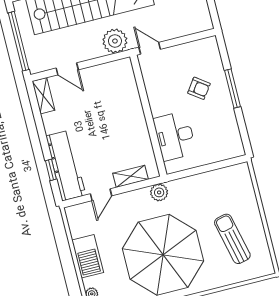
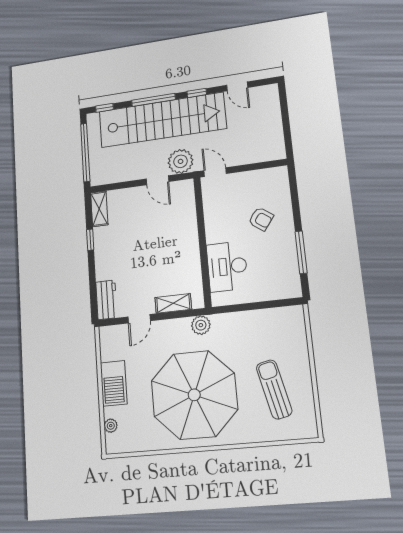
door: (67, 69) -> (157, 180), moved
window: (233, 88) -> (301, 252), moved
workbench: (66, 166) -> (106, 300), width x0.53, depth x0.76
window: (51, 170) -> (90, 240), moved

